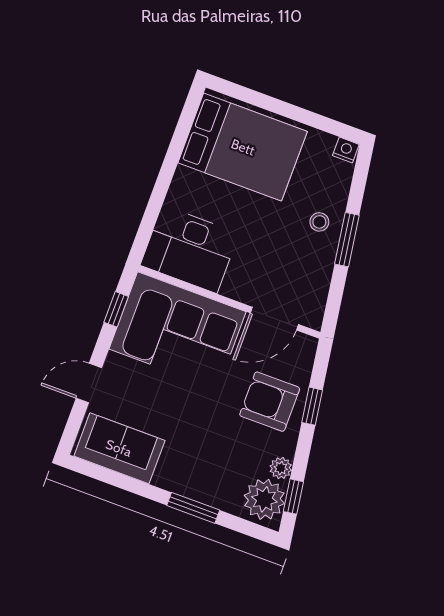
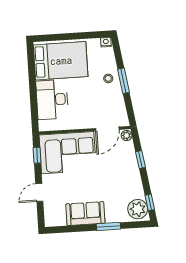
desk: (190, 249) -> (52, 100), moved, turned 90
armchair: (270, 402) -> (121, 166), removed
sofa: (119, 448) -> (85, 214), moved
plant: (281, 468) -> (127, 136), moved

